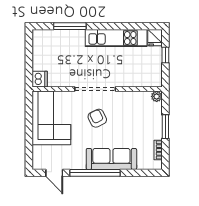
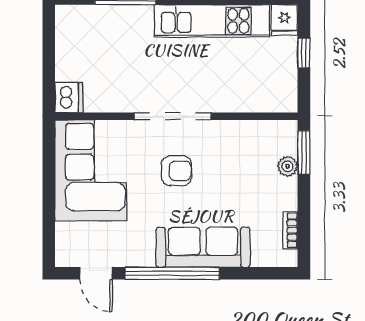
plant: (157, 96) -> (288, 166), moved
armchair: (97, 118) -> (177, 171), turned 116
window: (165, 127) -> (304, 153), moved

